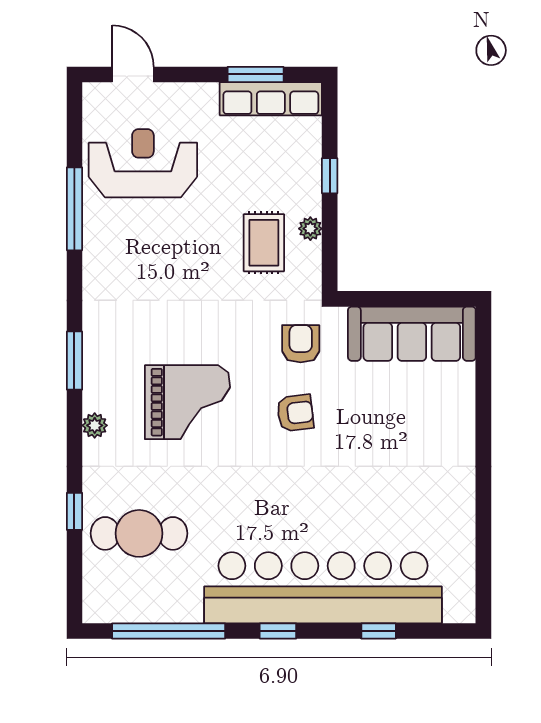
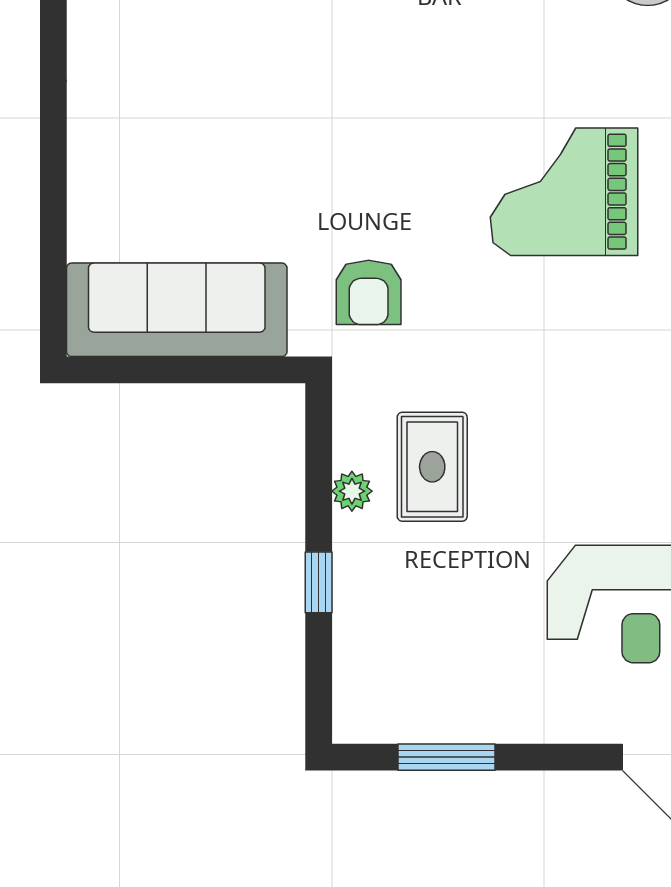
row of seats: (271, 99) -> (420, 715), removed
armchair: (295, 413) -> (378, 173), removed

